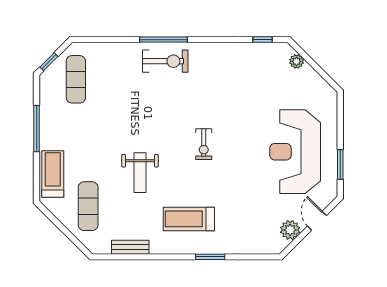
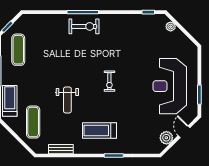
exercise mat: (76, 79) -> (18, 50), moved

